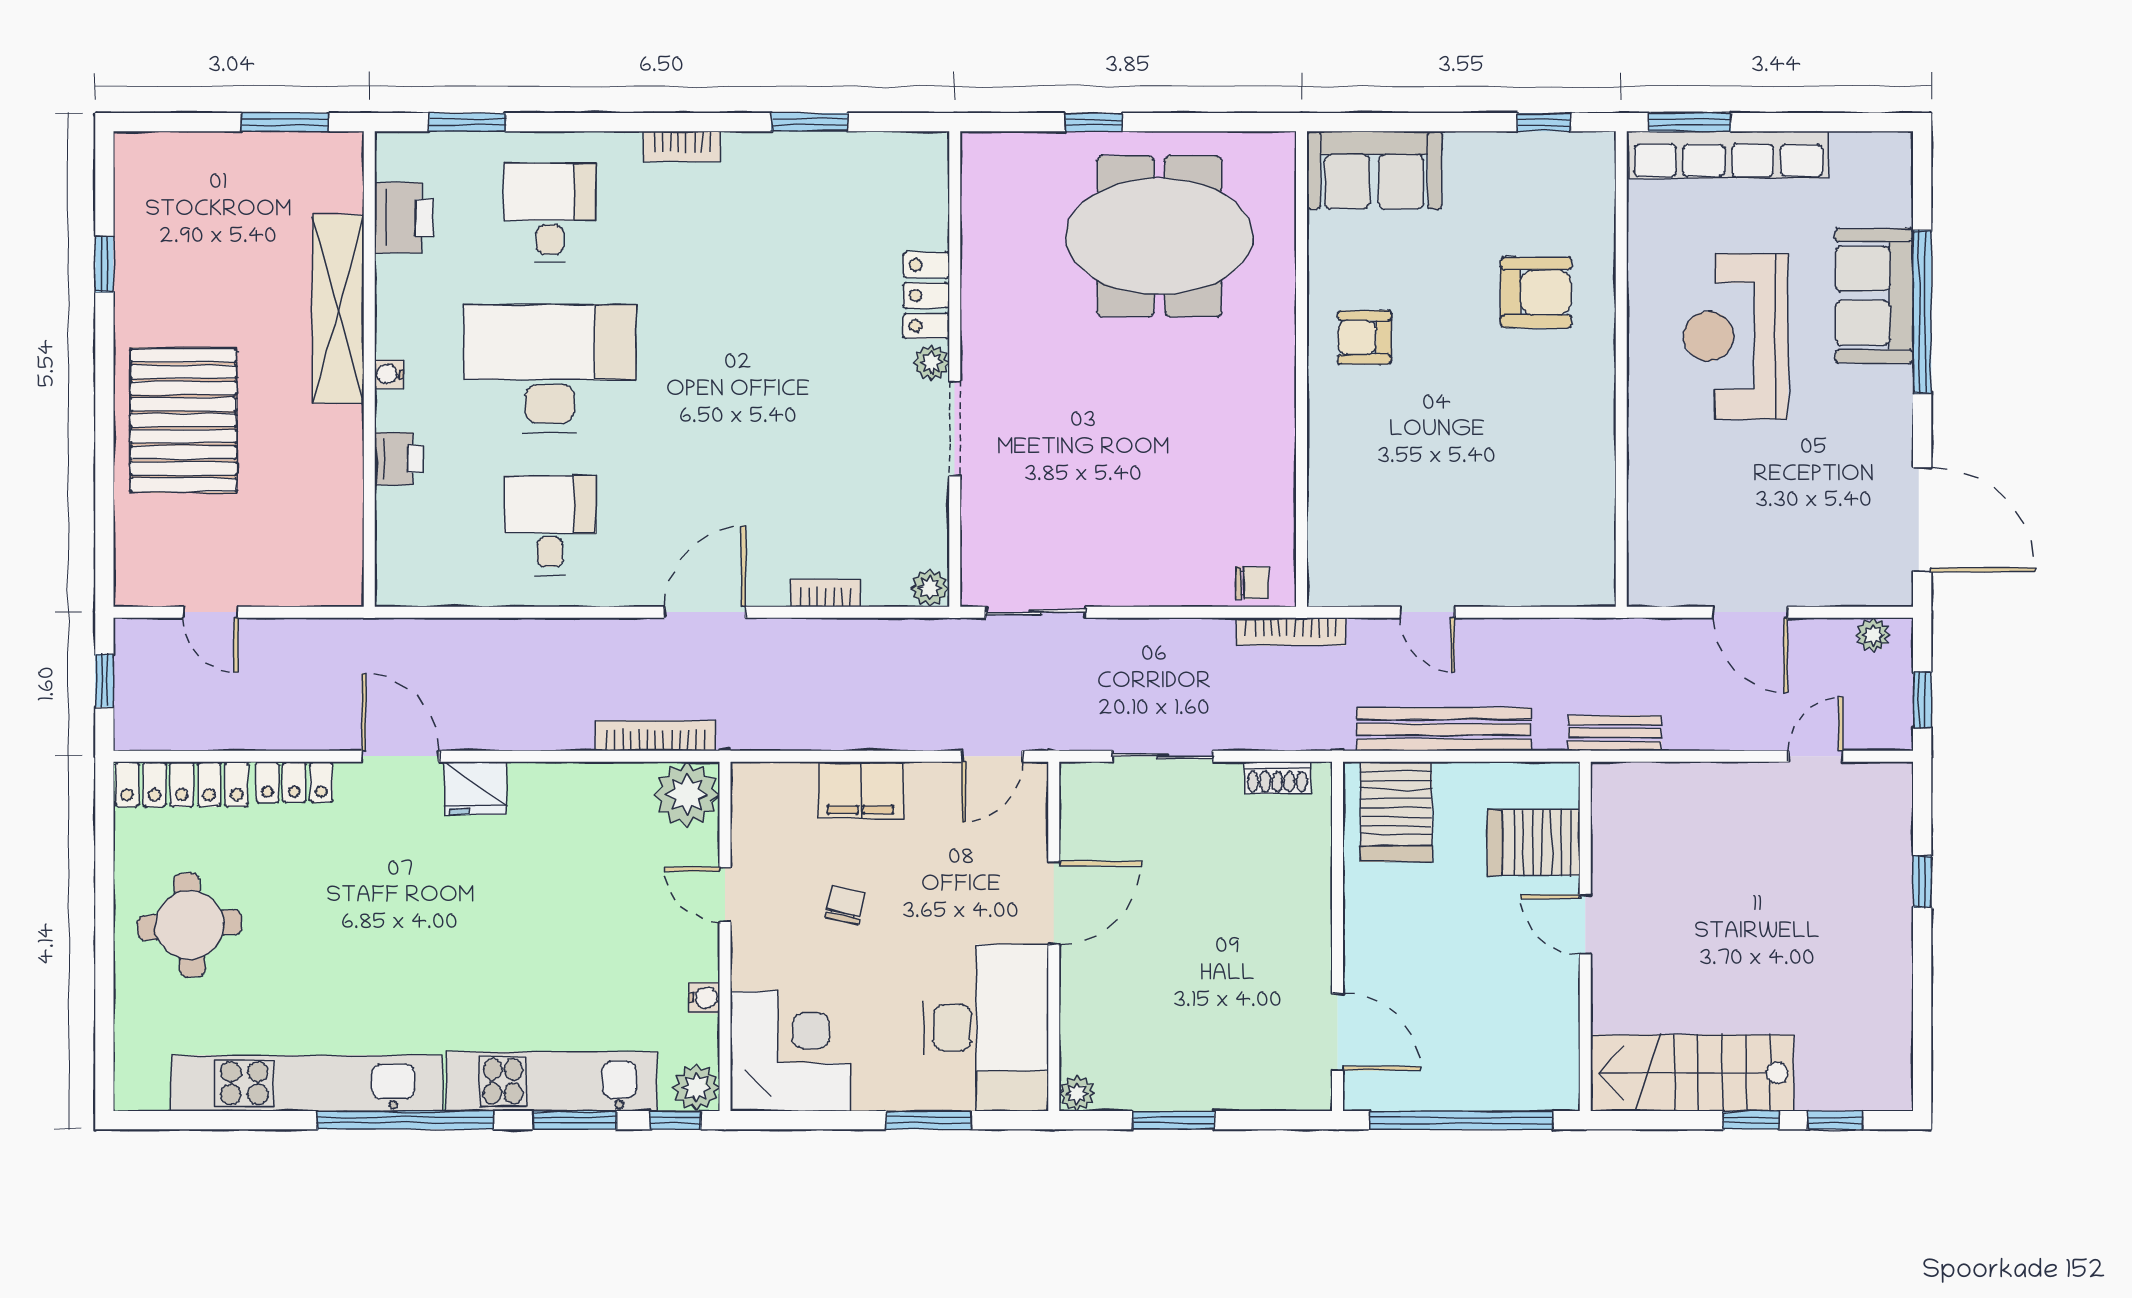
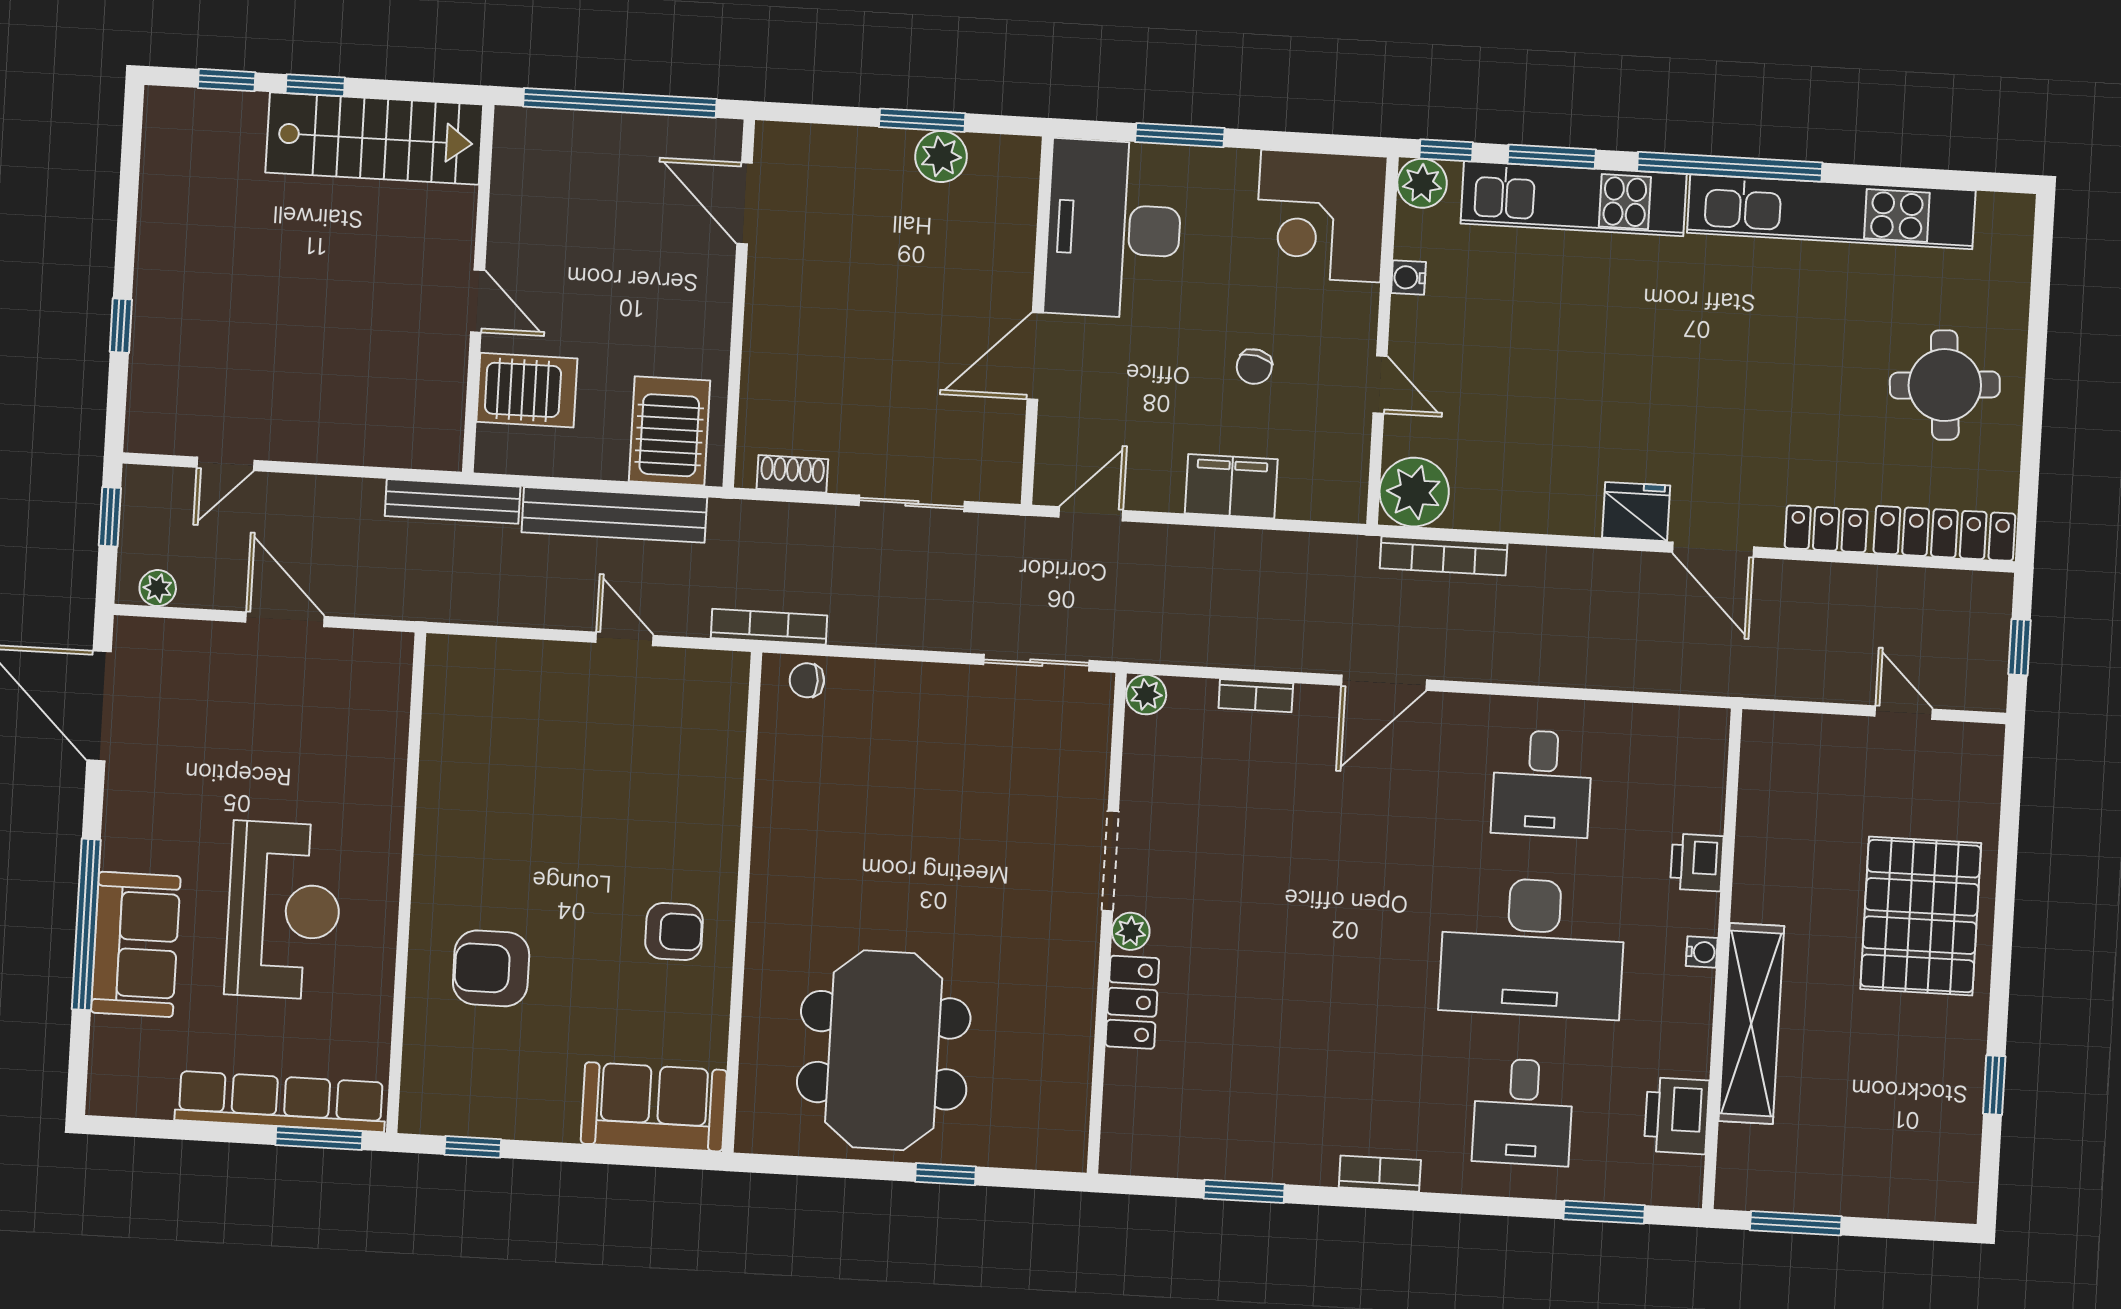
meeting table: (1159, 236) -> (884, 1050), turned 90
bench: (1615, 733) -> (453, 501), width x1.36
plant: (1077, 1093) -> (941, 157), moved, width x1.38, depth x1.38

